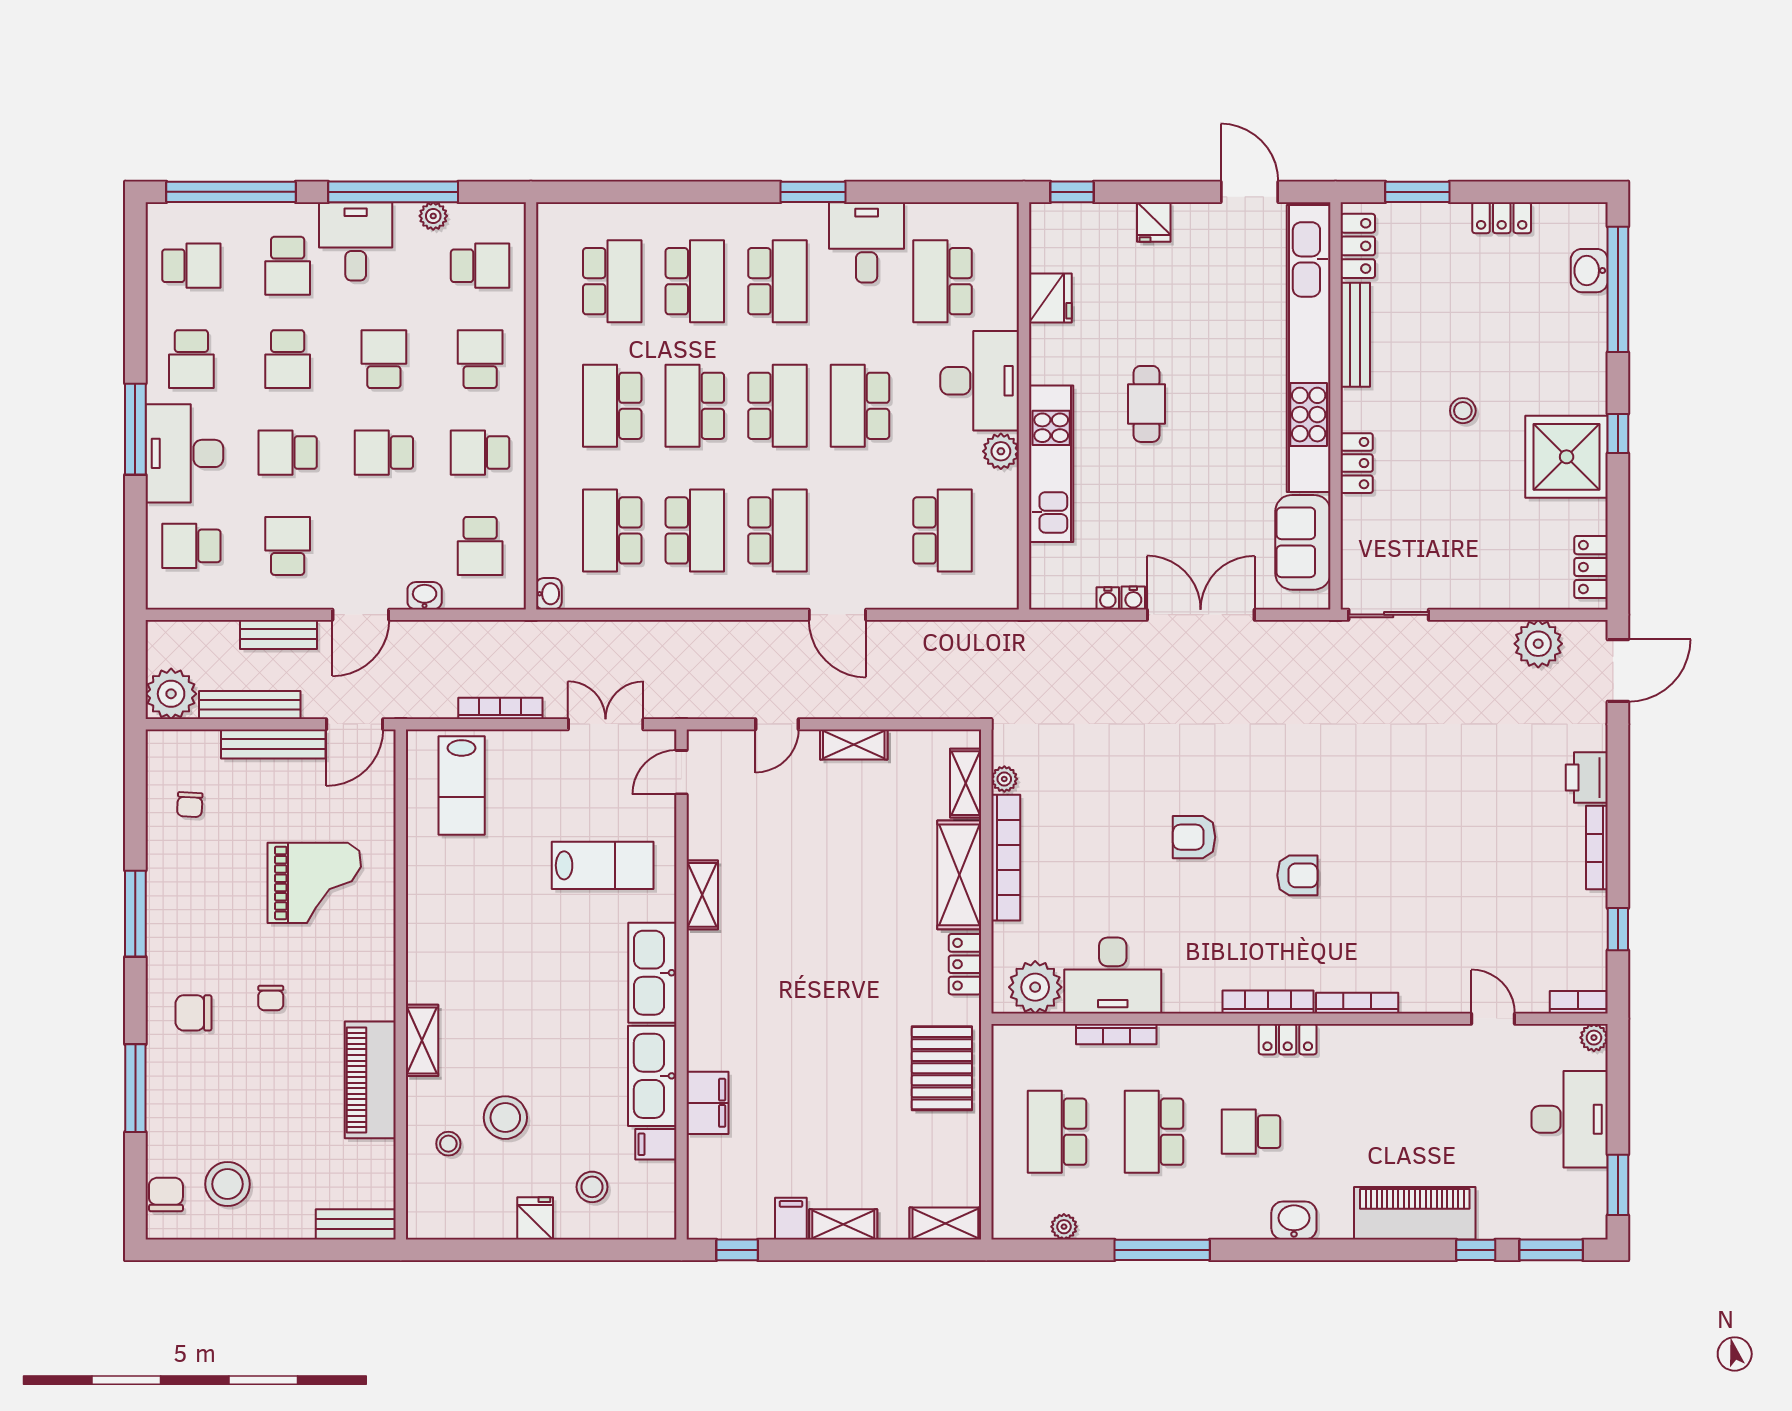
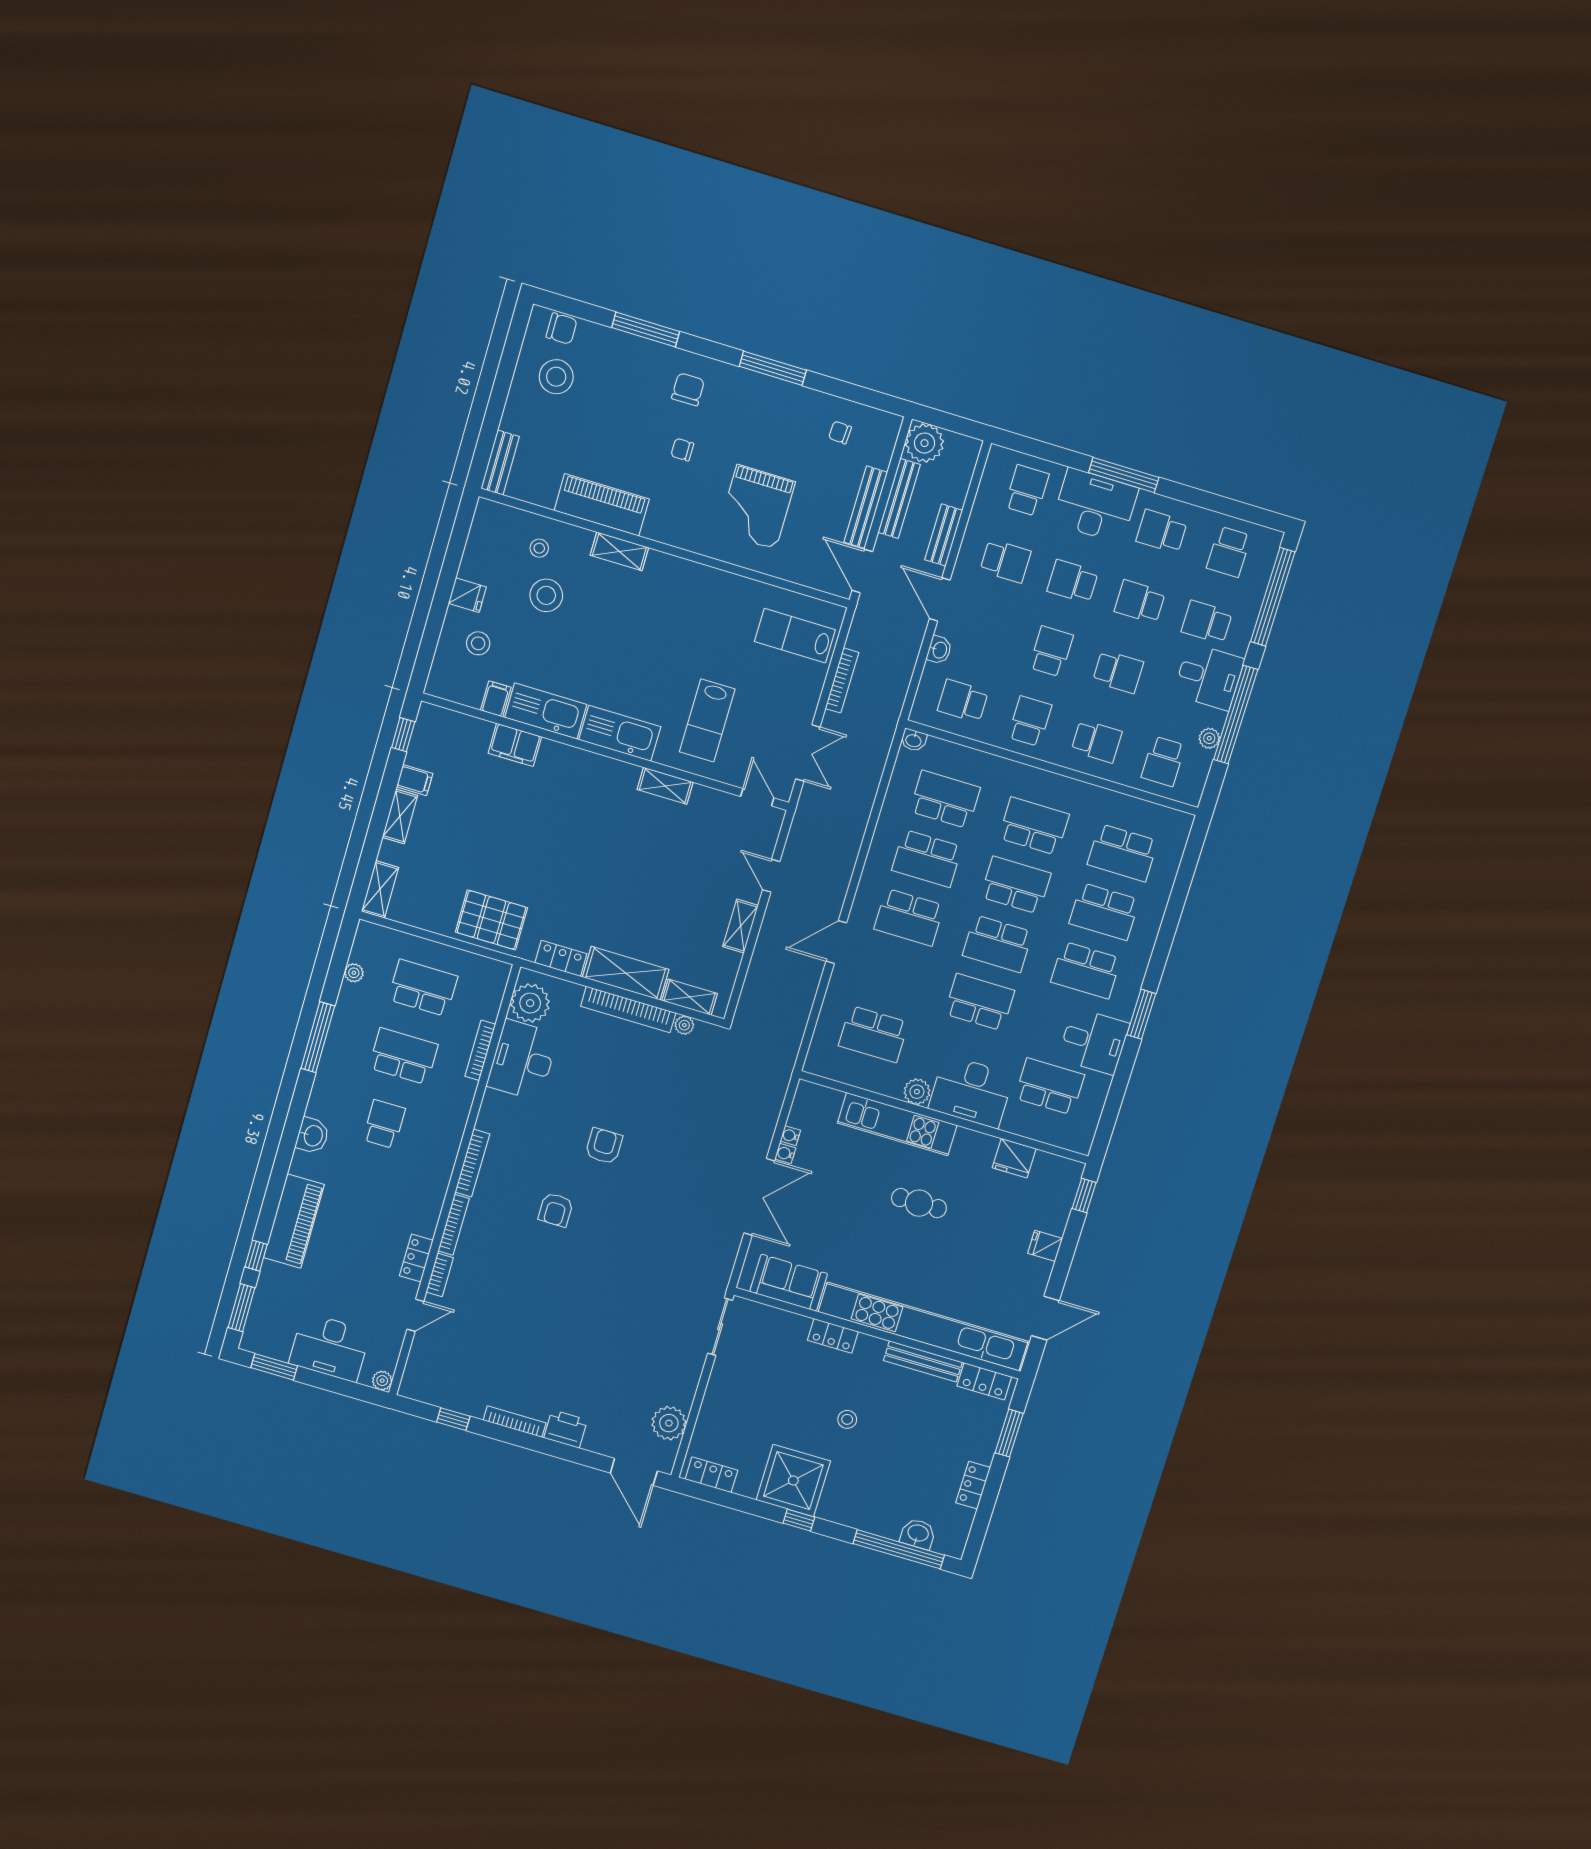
school desk: (288, 453) -> (1073, 581), turned -90
bookcase: (1578, 1002) -> (440, 1275), moved
locker: (1288, 1039) -> (416, 1258), moved

